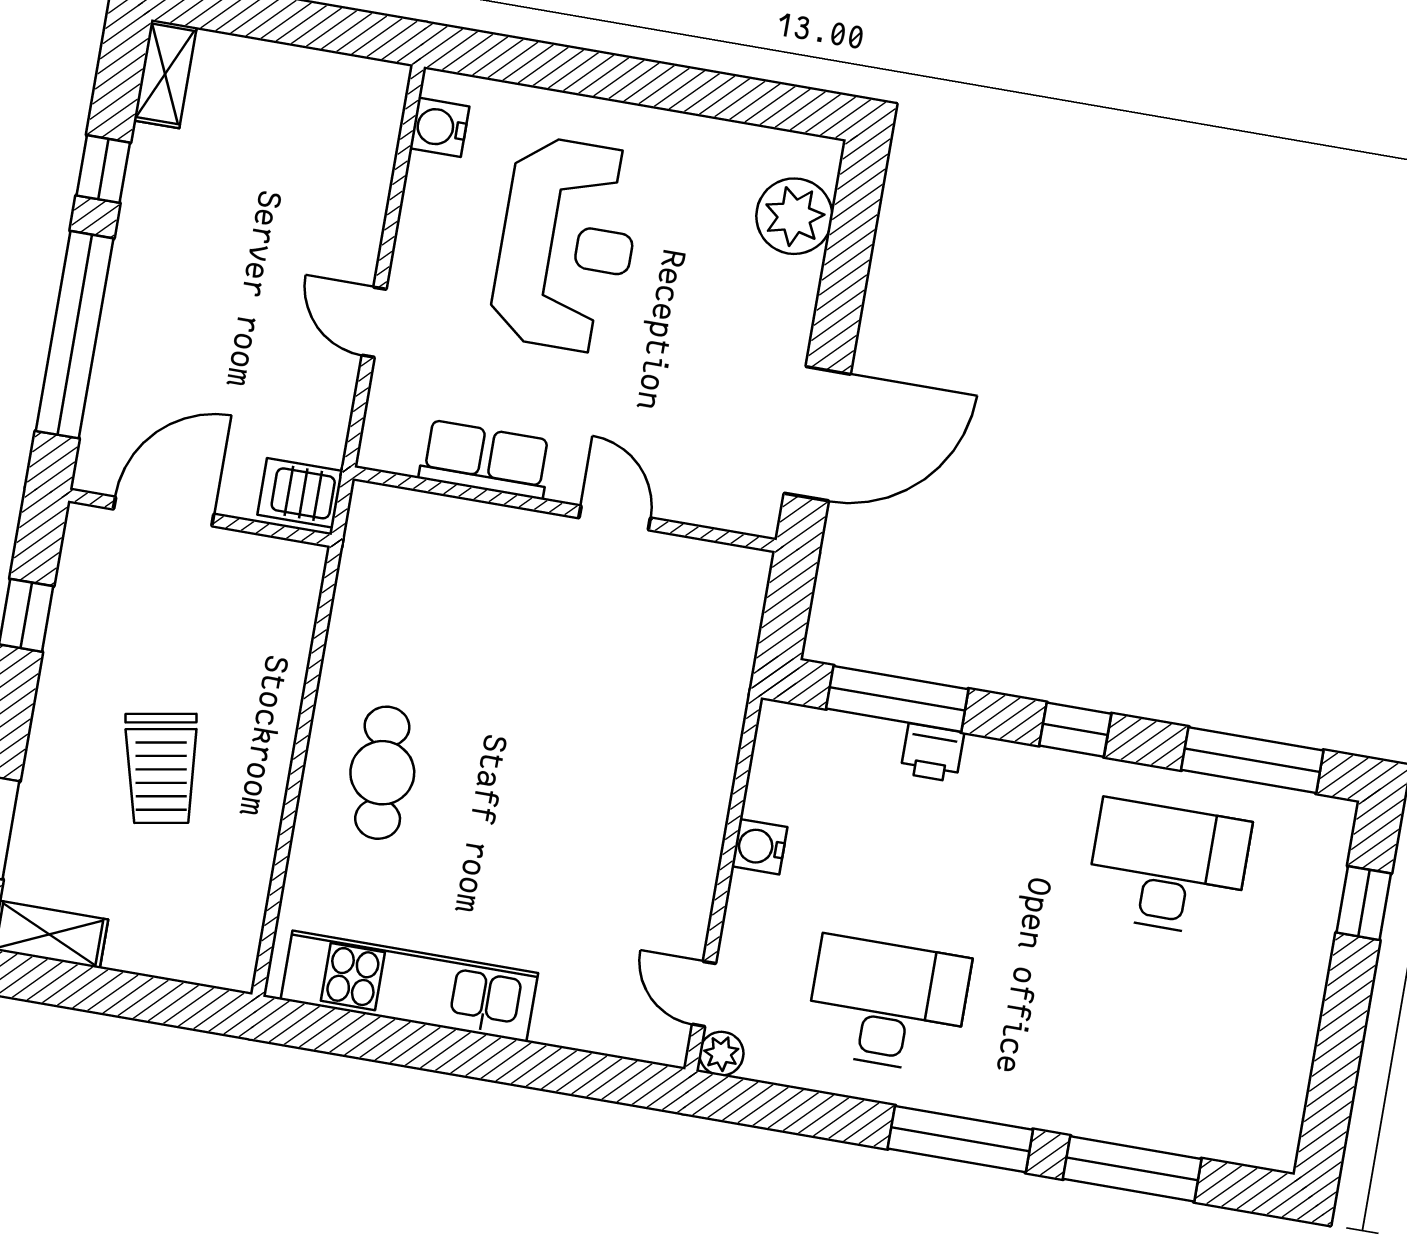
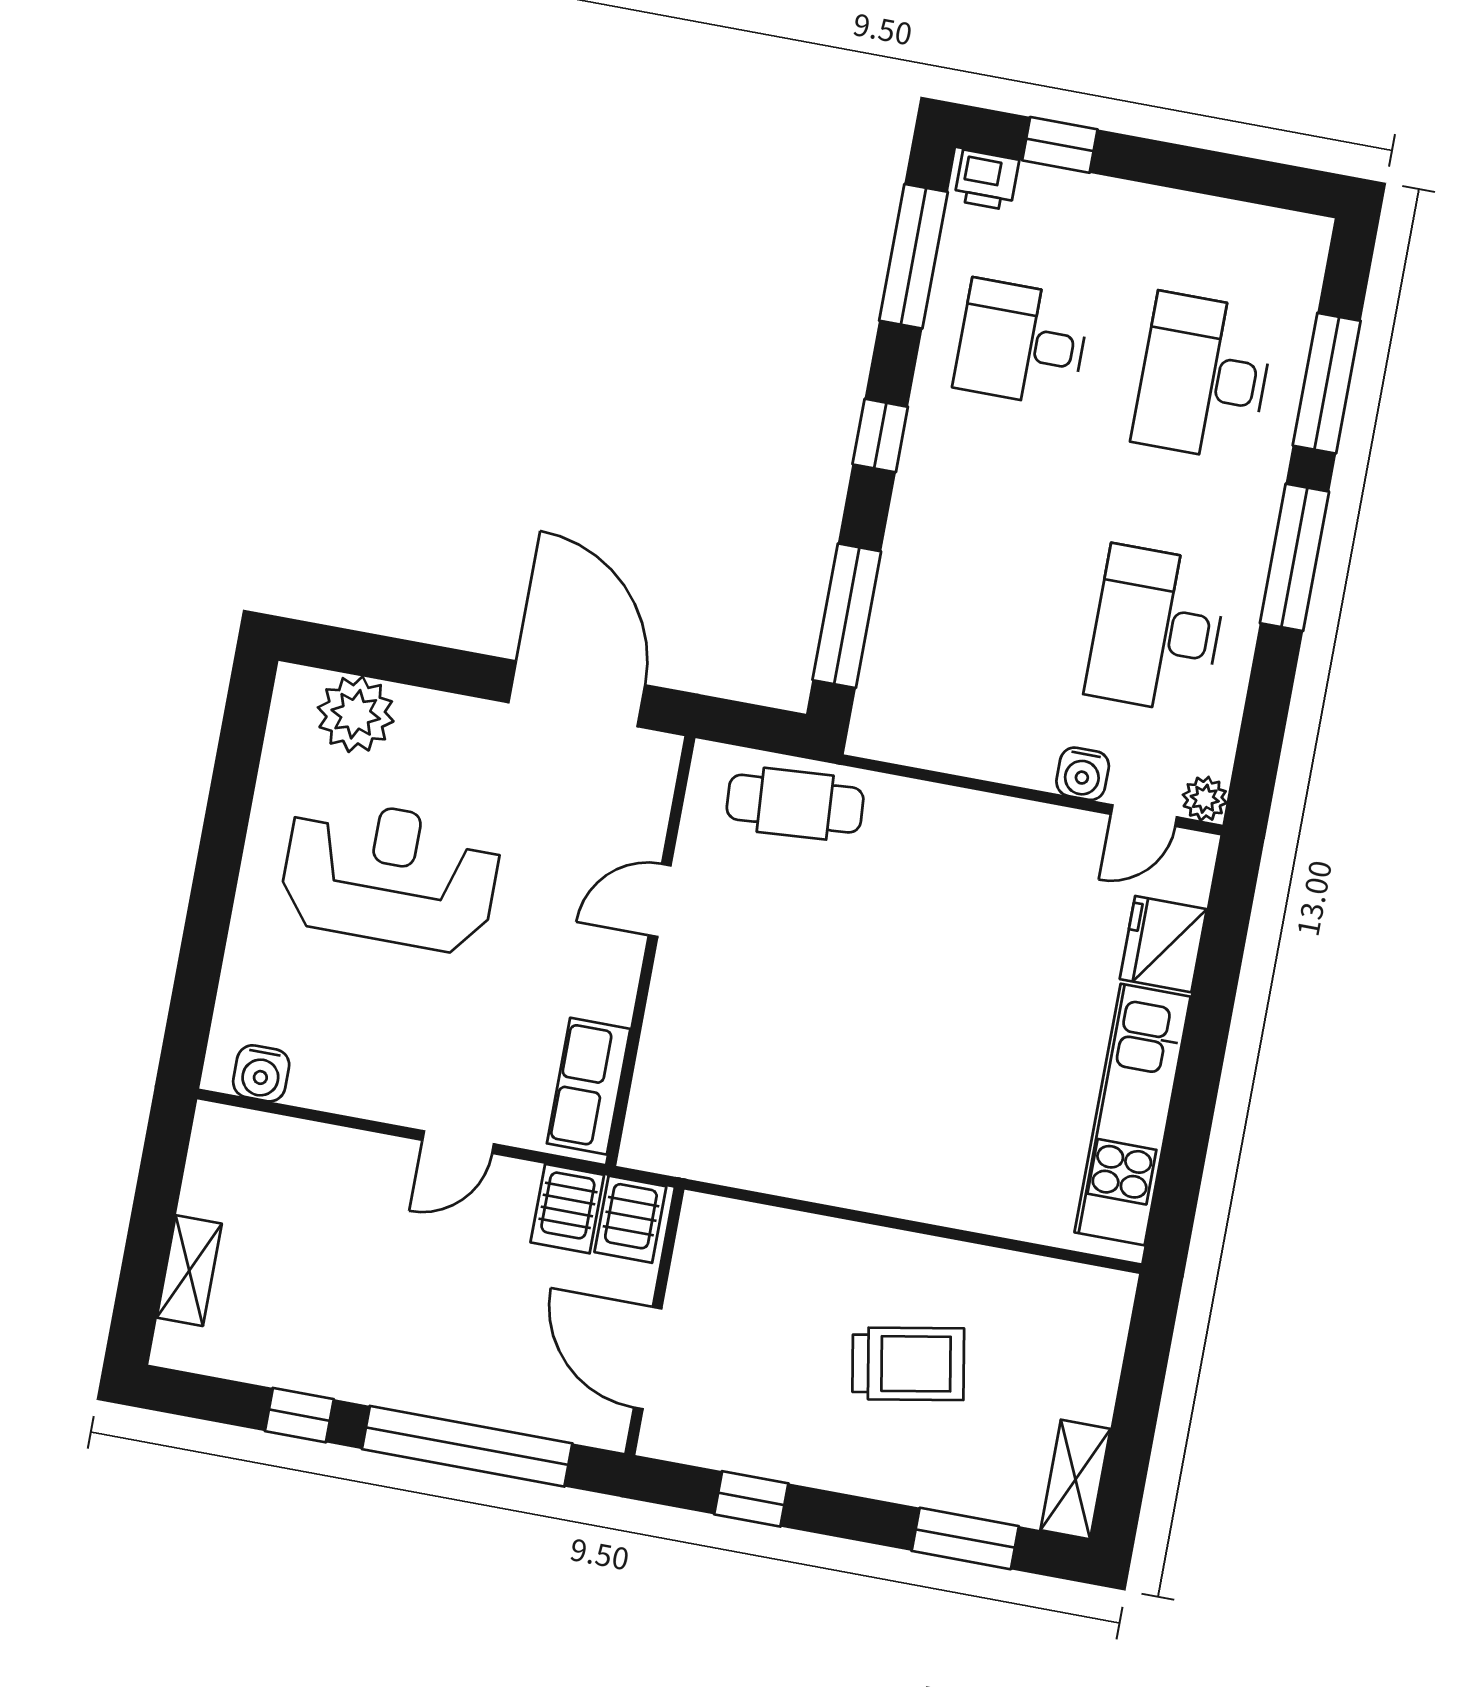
shelving: (165, 74) -> (189, 1271), moved, turned 90
reception desk: (567, 245) -> (390, 875), moved
server rack: (310, 431) -> (567, 1209), added
row of seats: (485, 459) -> (589, 1086), moved
printer: (932, 753) -> (987, 180), moved, turned 90
cafe table: (382, 773) -> (795, 804), moved
water cooler: (759, 847) -> (1083, 774), moved
desk: (1168, 868) -> (1022, 343), width x0.73
fridge: (578, 1015) -> (1163, 944), added
desk: (1137, 1047) -> (1204, 377), added

